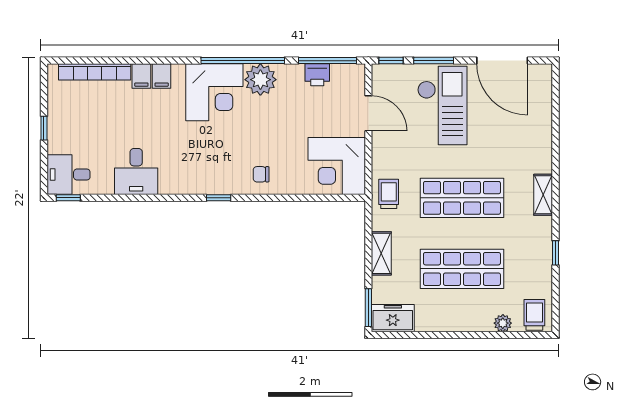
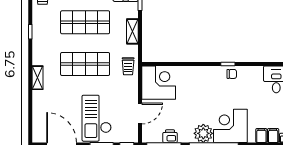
door: (368, 113) -> (140, 114), swing flipped
chair: (261, 174) -> (232, 74), moved
shelving: (543, 195) -> (37, 78), moved

